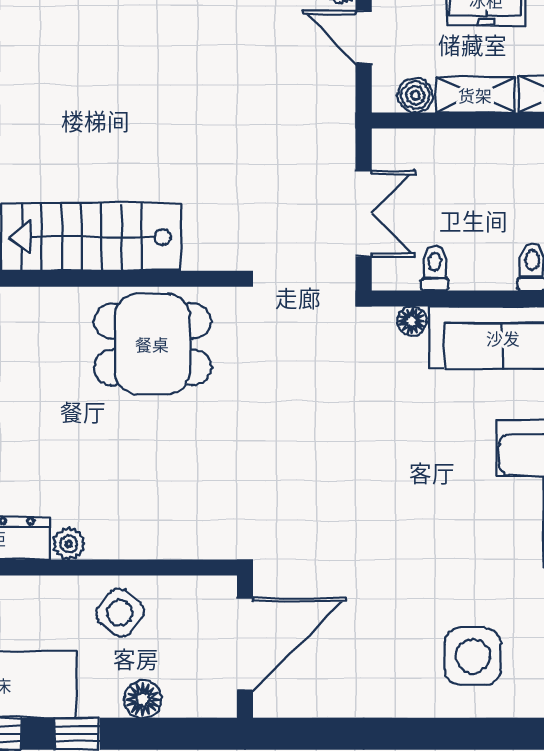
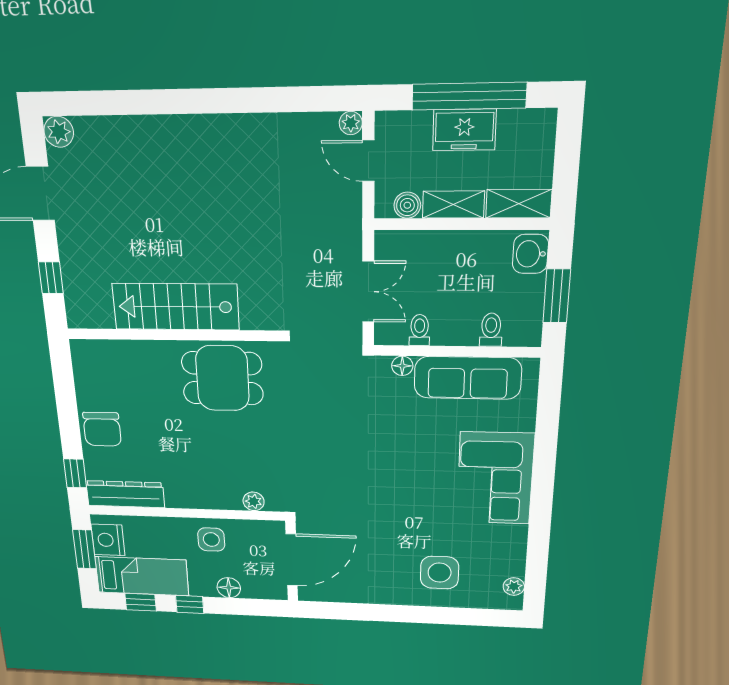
plant: (69, 544) -> (254, 501), moved
side table: (120, 613) -> (211, 540), turned -37

